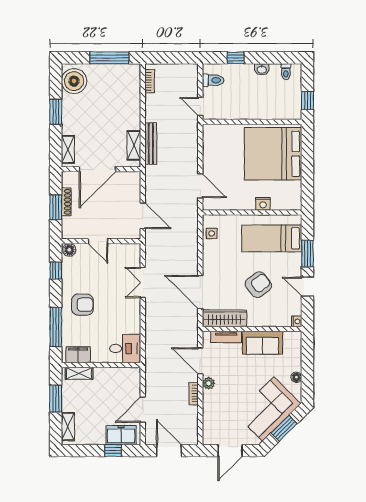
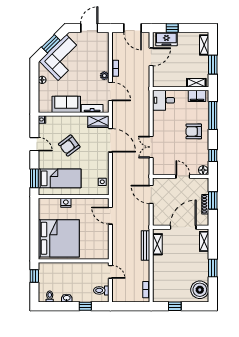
window: (109, 58) -> (175, 306), width x0.46
window: (307, 254) -> (34, 178), moved
double door: (143, 283) -> (151, 147), swing flipped
wardrobe: (225, 318) -> (98, 122), width x0.67

